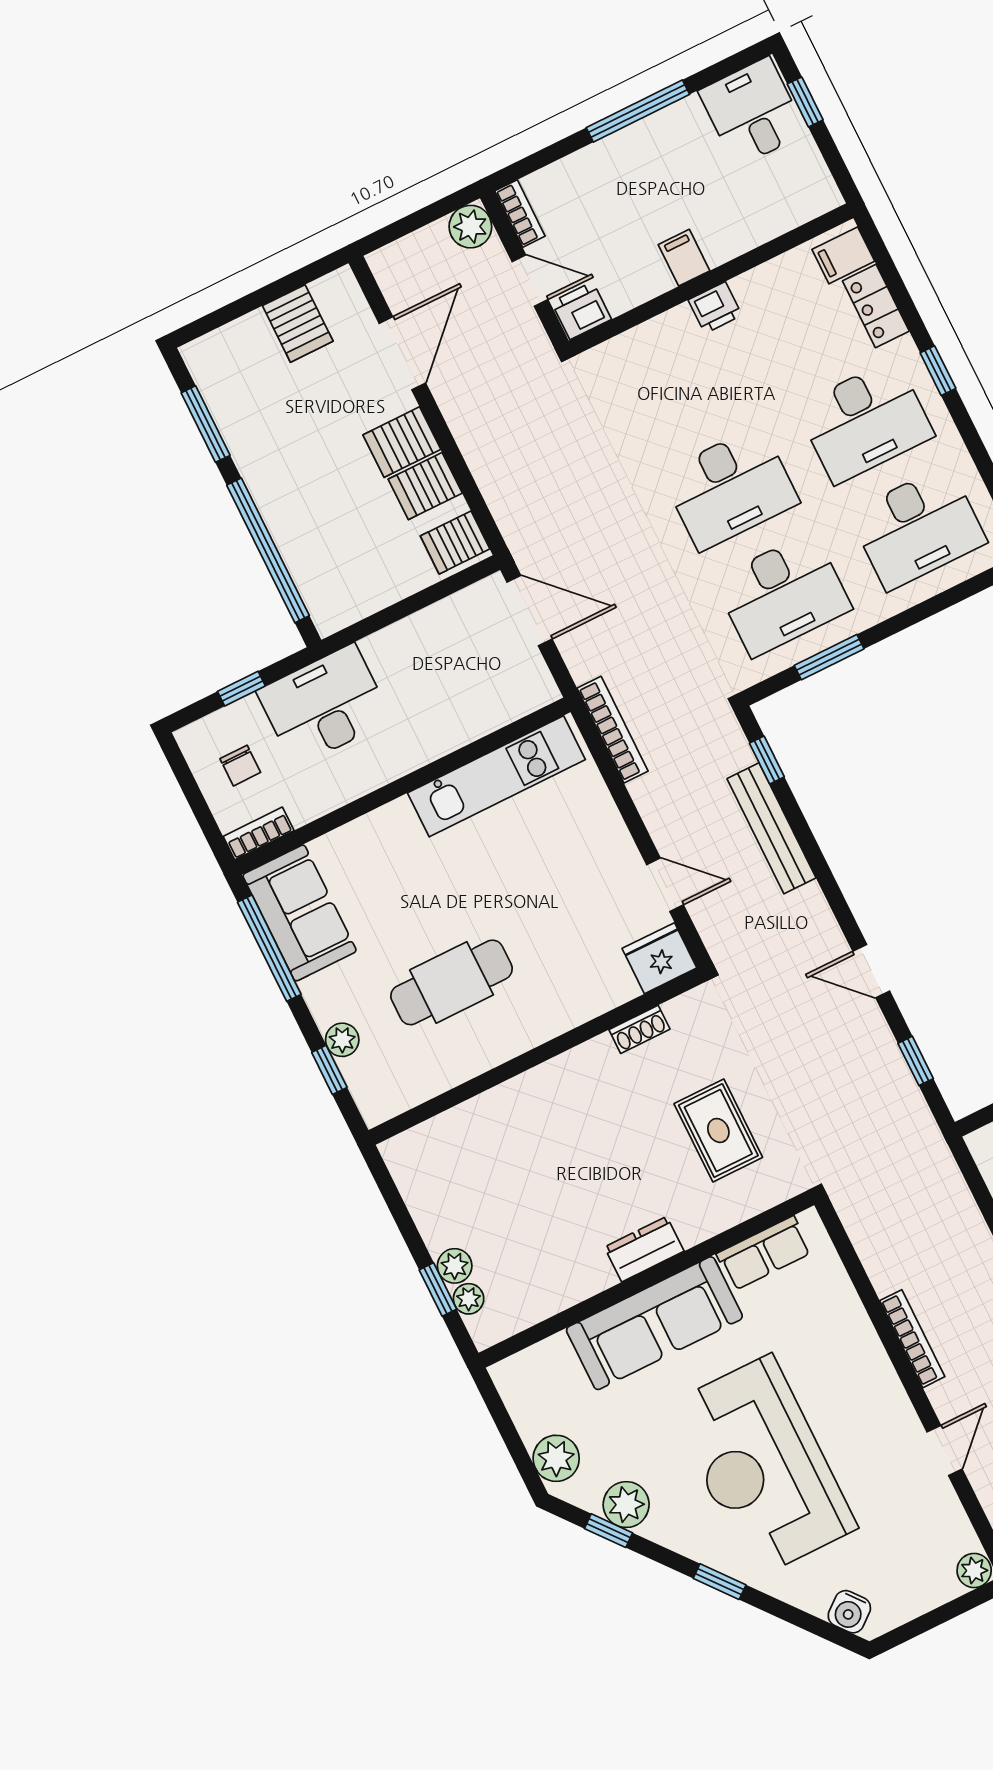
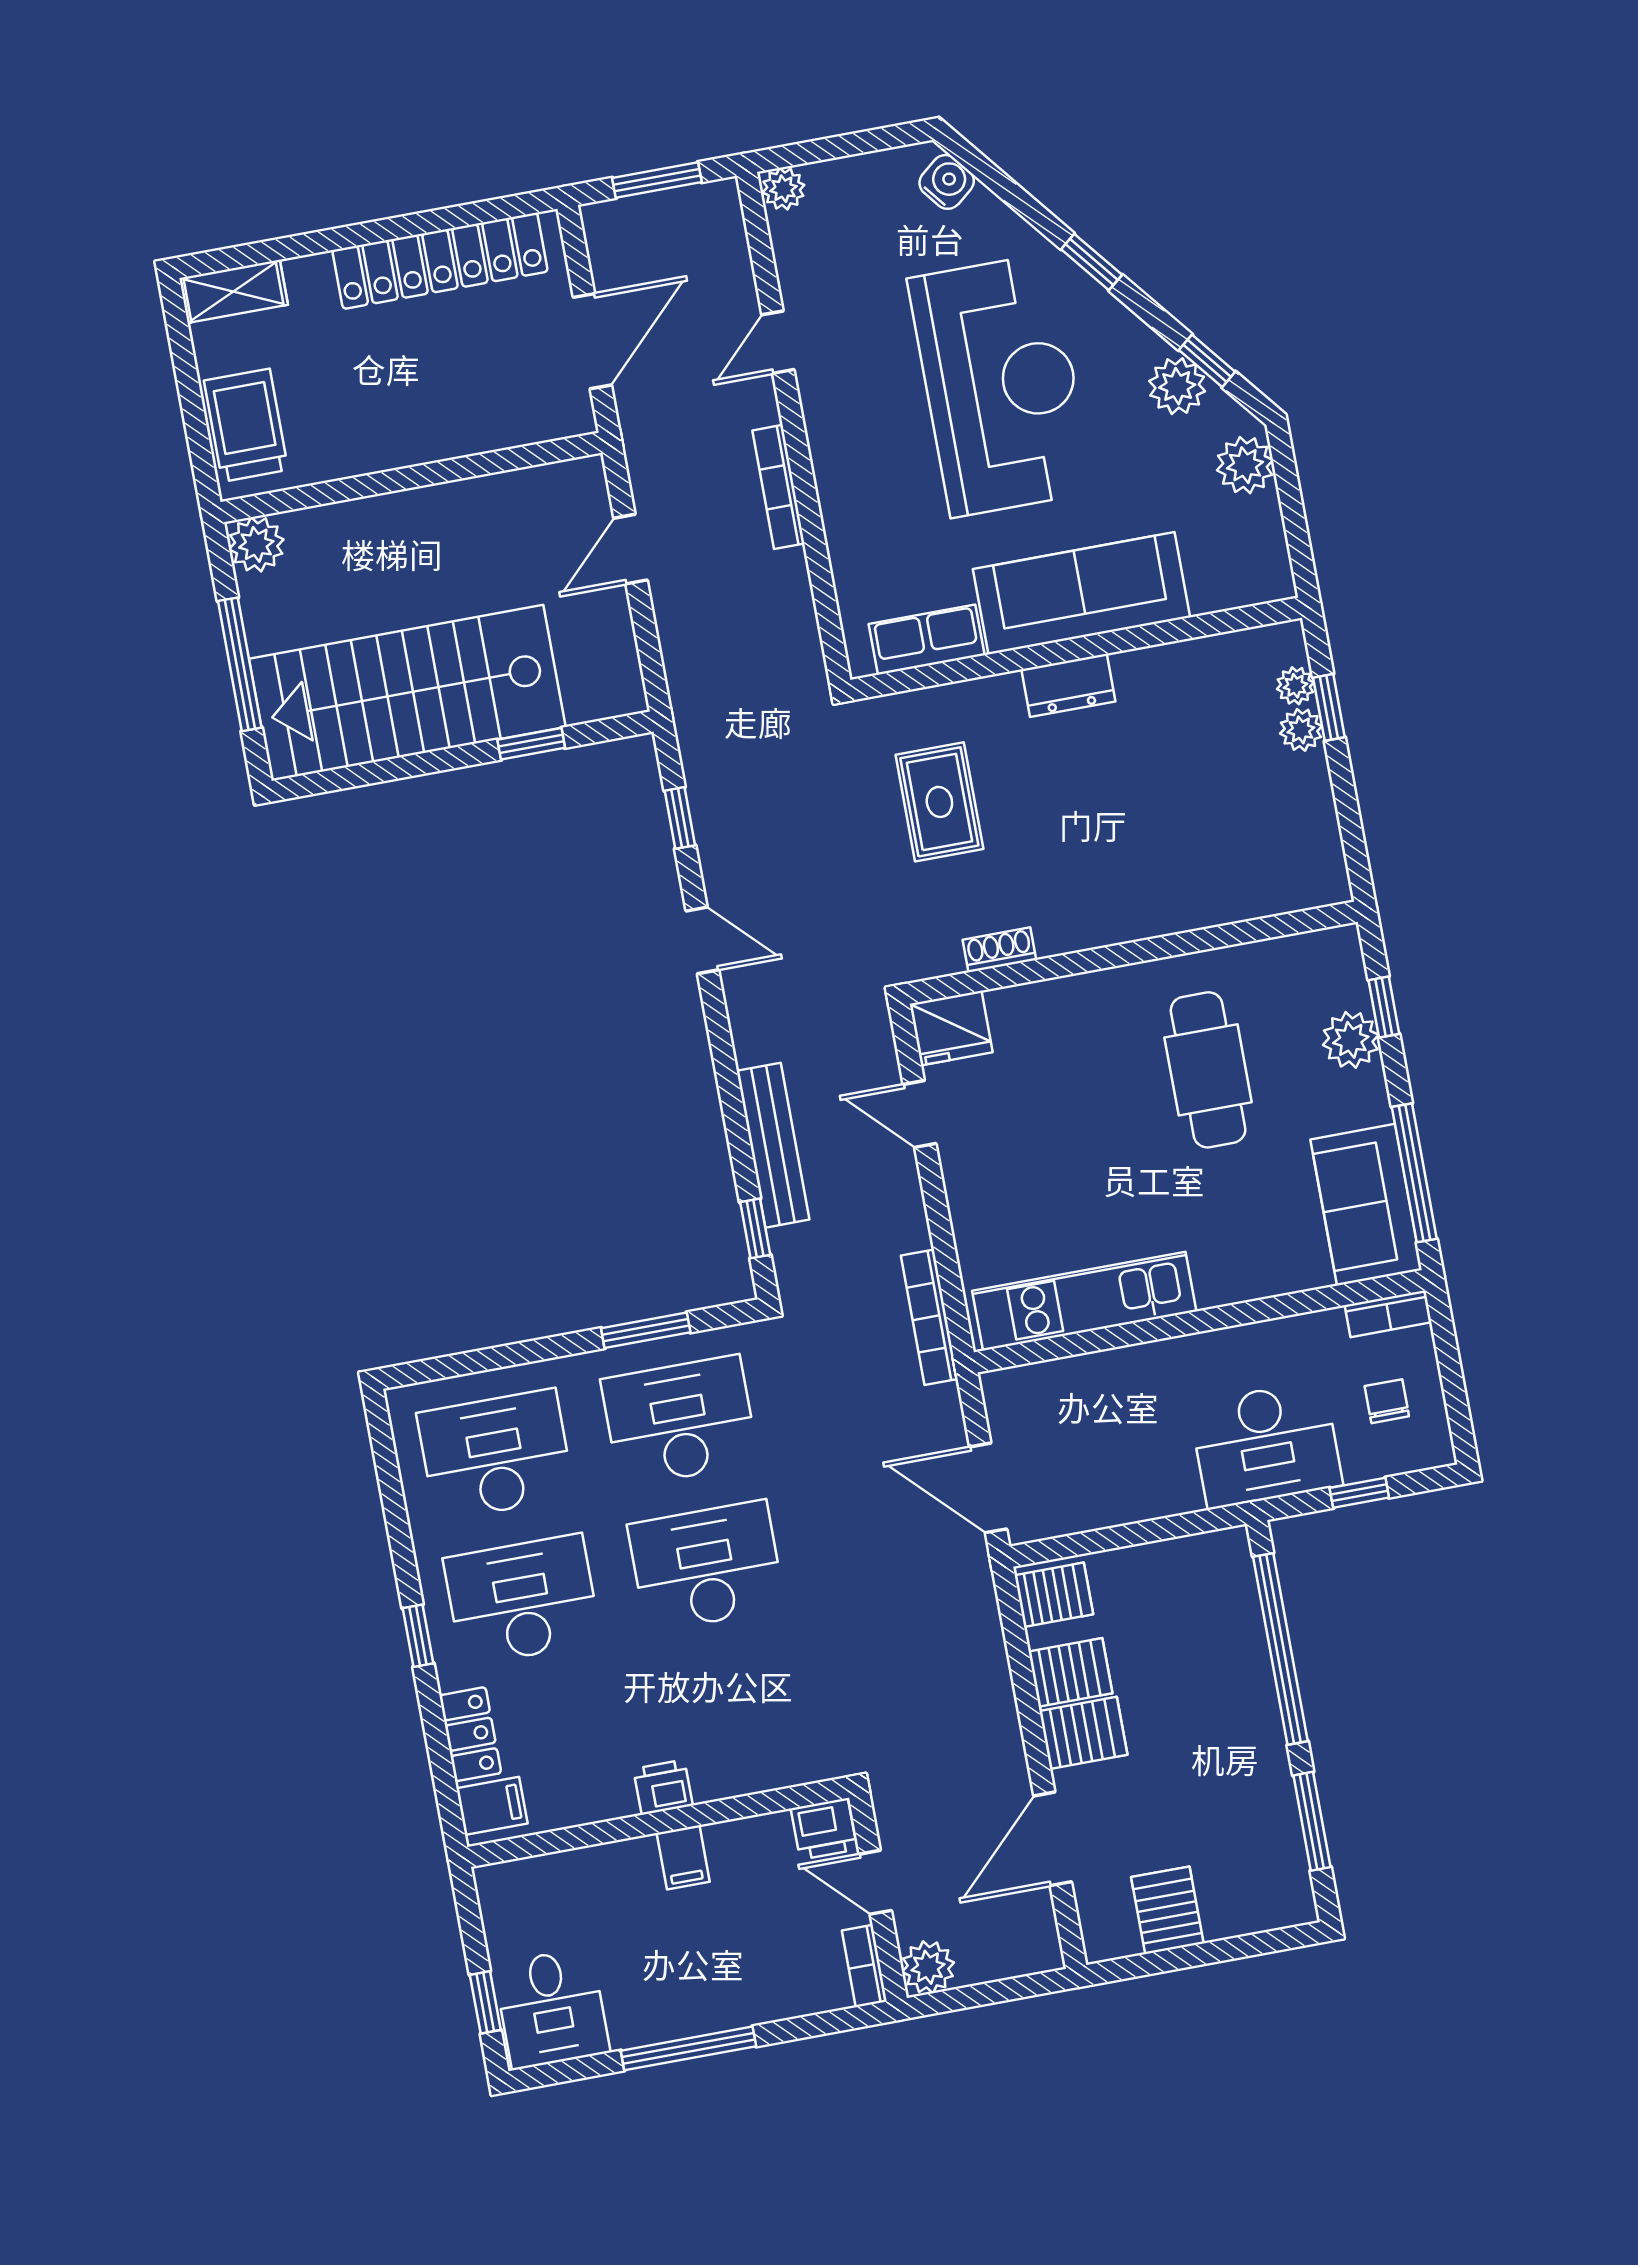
cafe table: (452, 982) -> (1208, 1070), turned 90
plant: (342, 1040) -> (1351, 1040), width x1.38, depth x1.38

